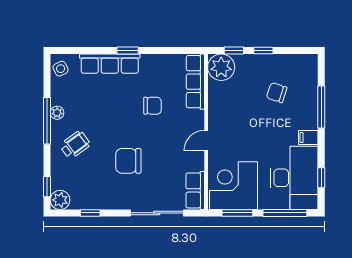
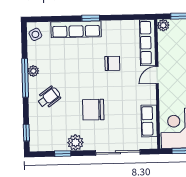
plant: (221, 67) -> (163, 25), width x0.53, depth x0.53
door: (206, 141) -> (157, 75), moved
row of seats: (195, 190) -> (149, 121), moved
plant: (60, 200) -> (75, 142), moved

